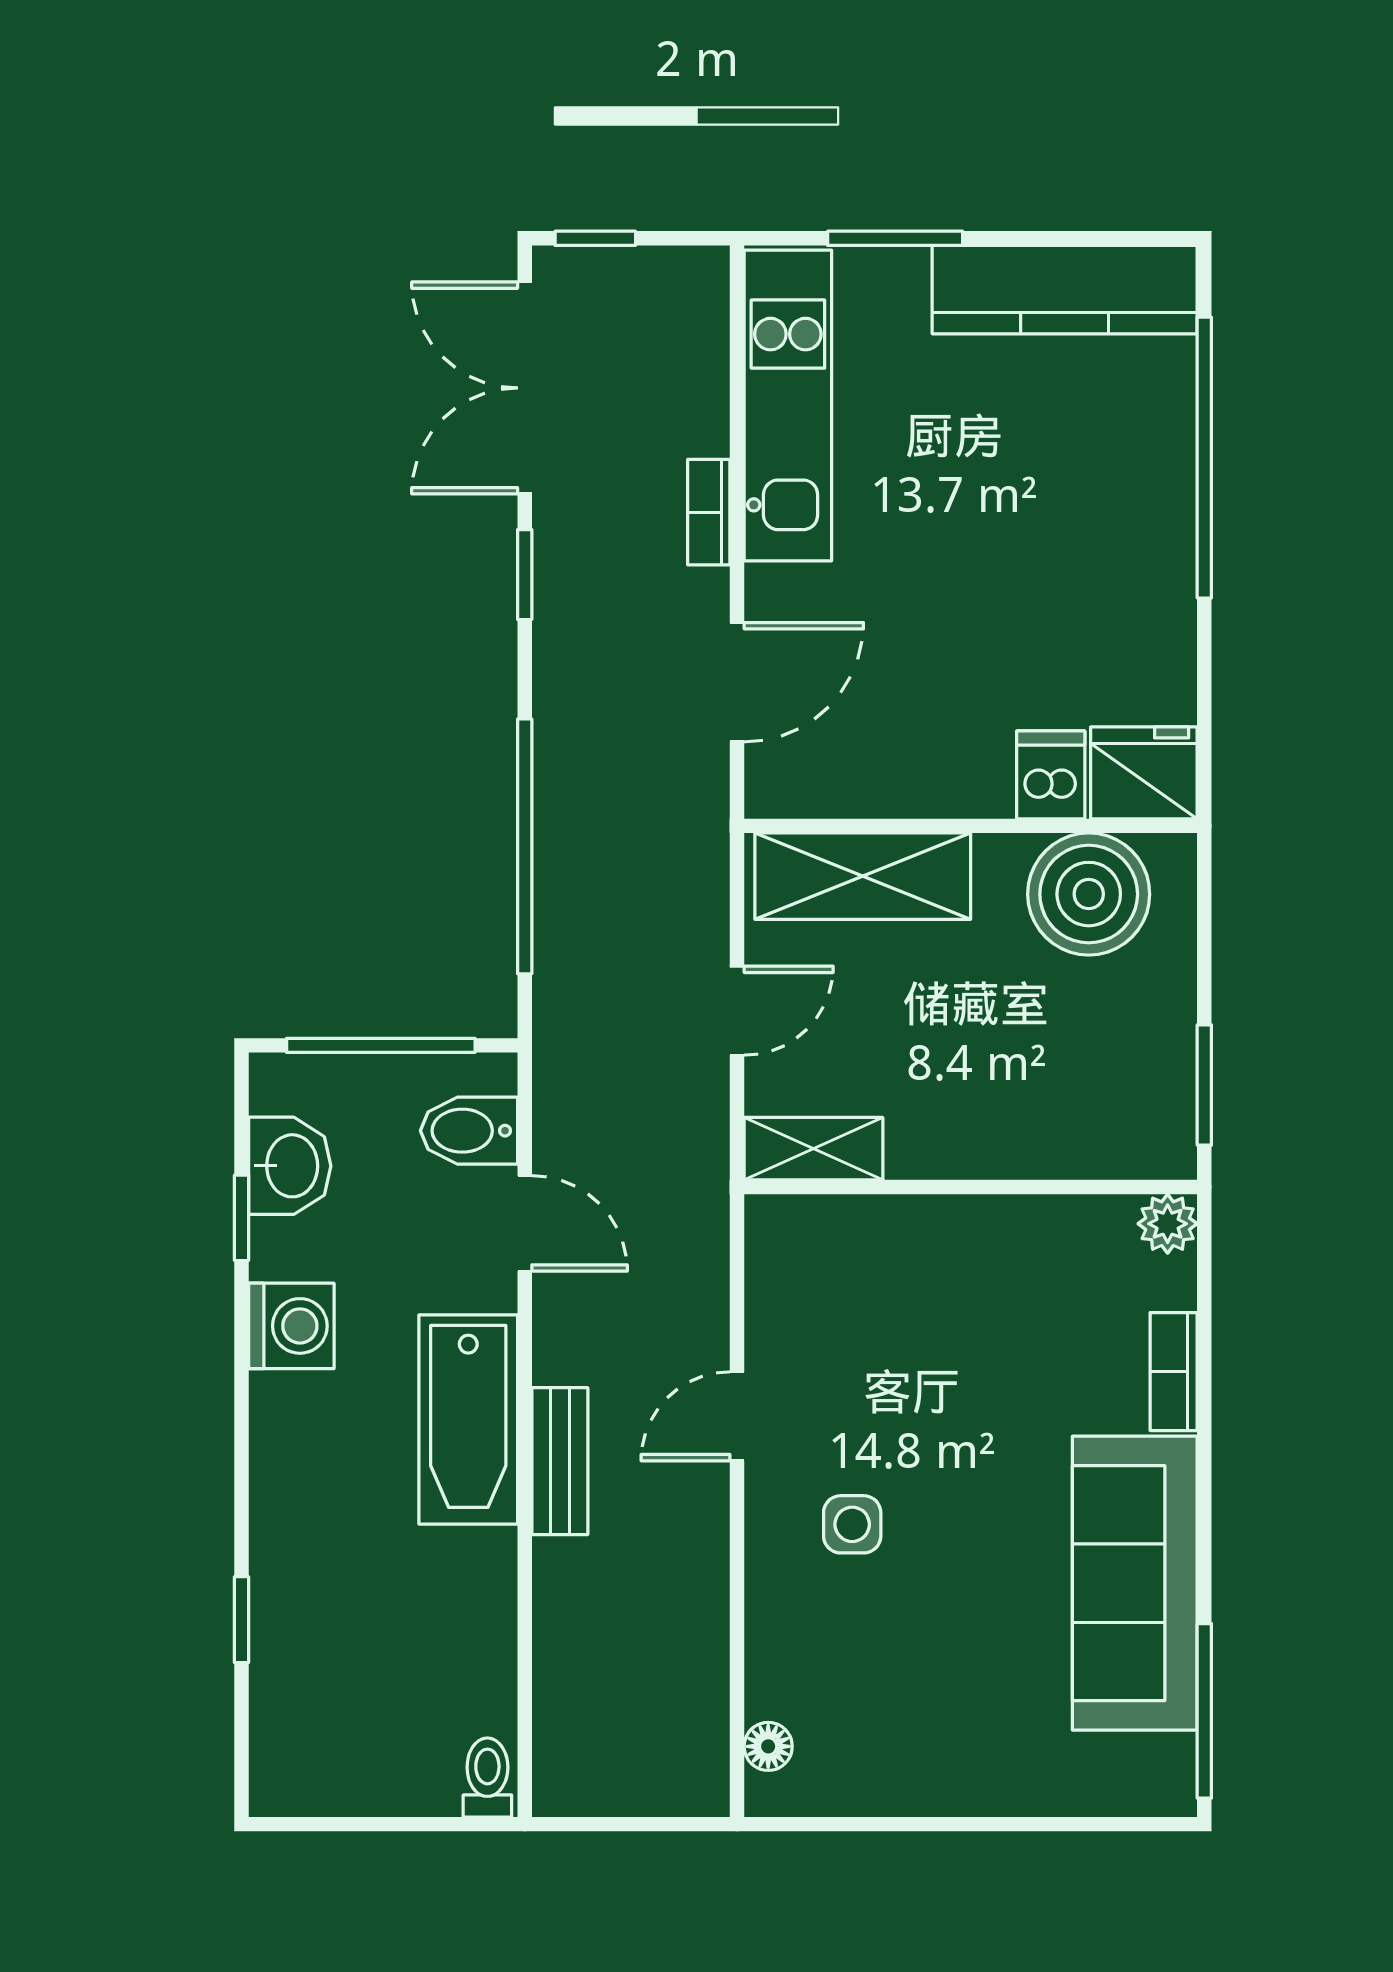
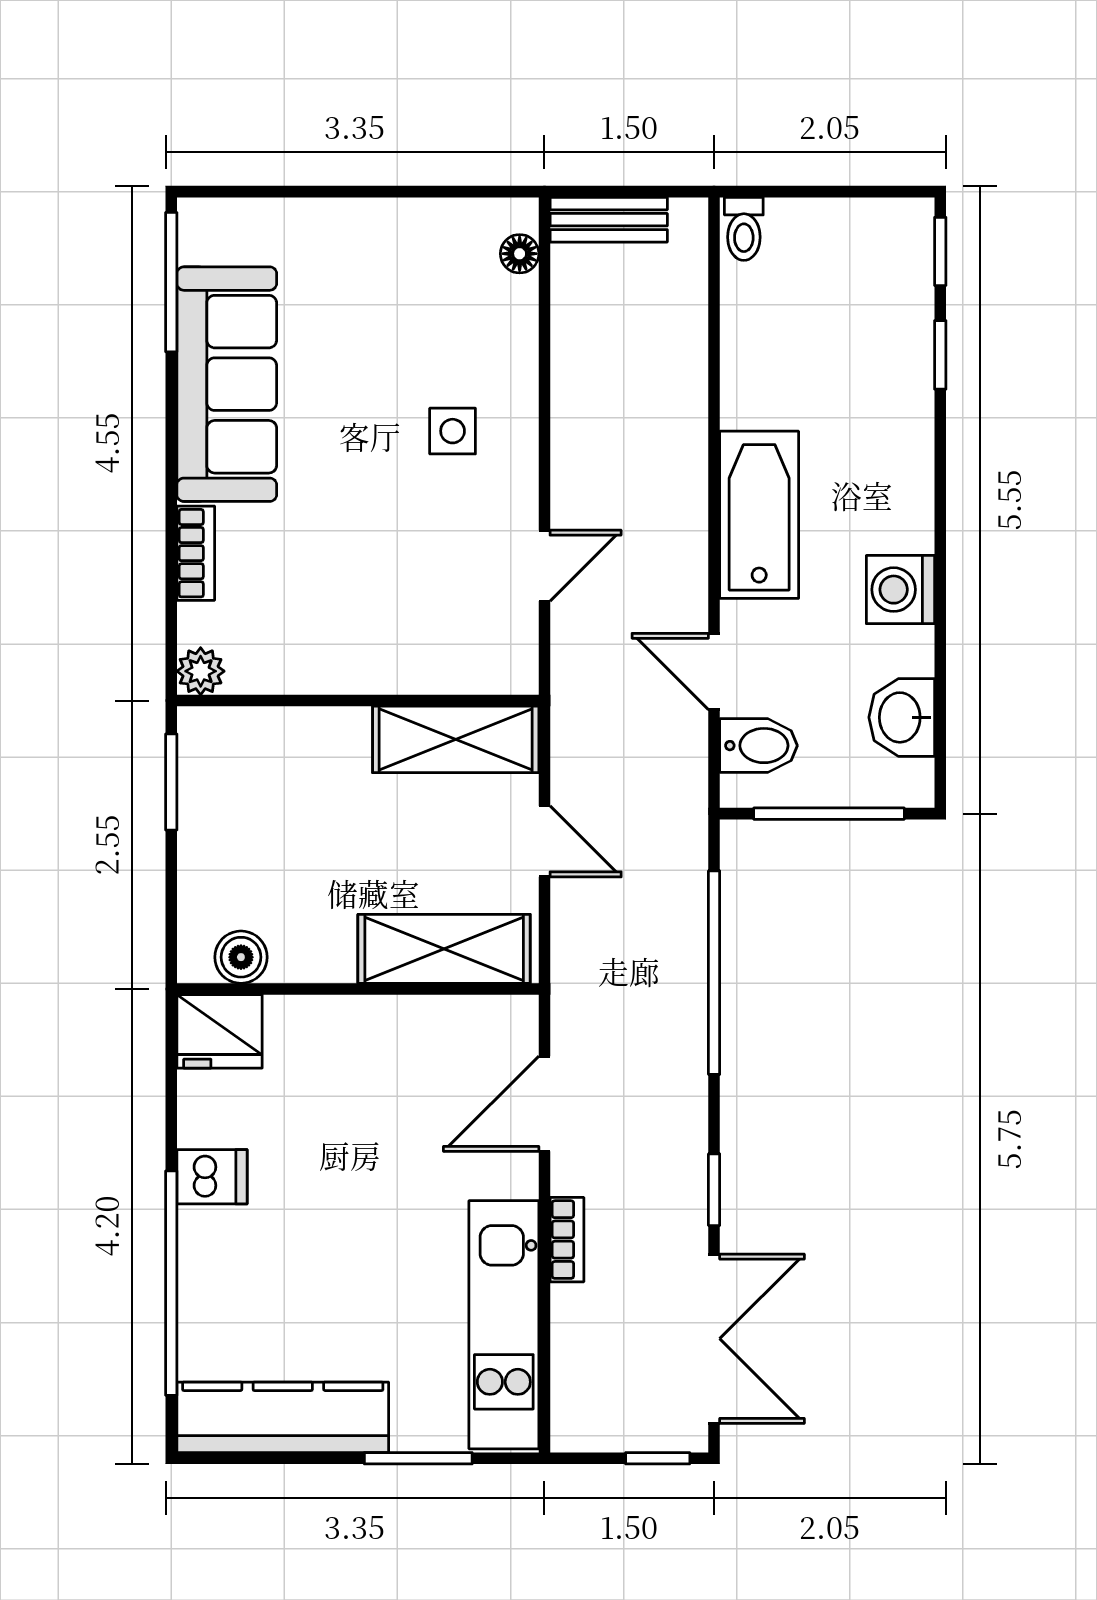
dishwasher: (1051, 775) -> (212, 1177), moved, turned -90
boiler: (1089, 894) -> (241, 957), width x0.54, depth x0.54
door: (737, 1011) -> (544, 841), swing flipped
shelving: (814, 1149) -> (456, 739), width x1.50, depth x1.33
window: (242, 1218) -> (940, 251), moved
door: (737, 1416) -> (544, 566), moved
bench: (560, 1461) -> (609, 220), moved, turned 90

